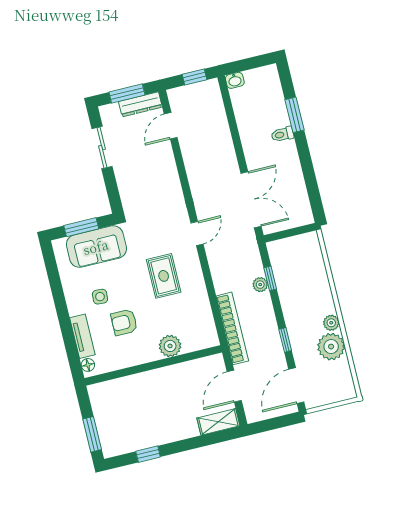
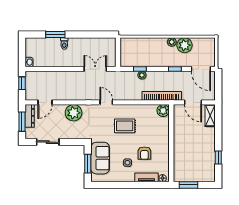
door: (171, 126) -> (45, 102), hinge flipped
plant: (165, 180) -> (74, 113), added
double door: (251, 200) -> (95, 69), width x0.73
plant: (170, 346) -> (163, 111), moved
window: (92, 434) -> (189, 185), moved

